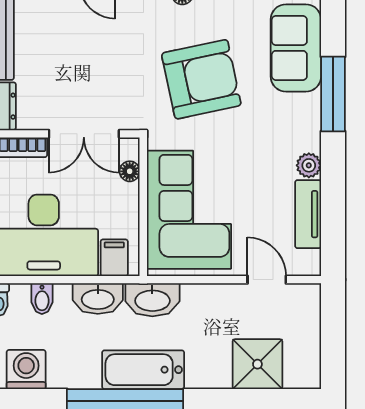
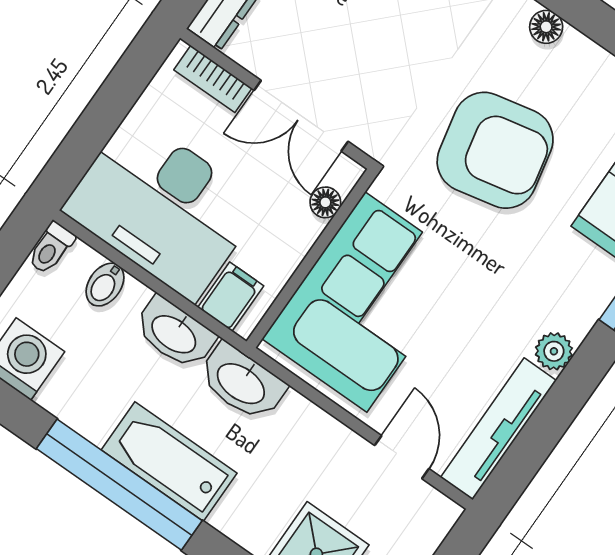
tv unit: (308, 214) -> (498, 429), width x1.41

